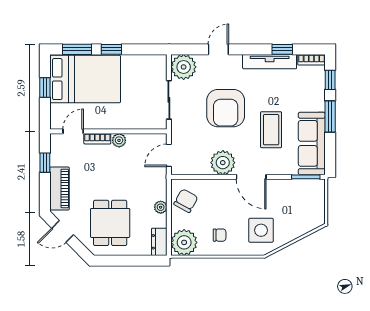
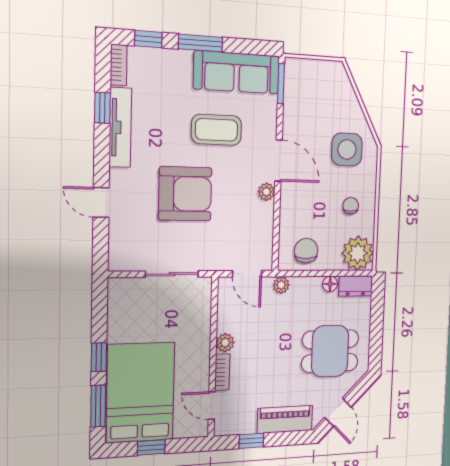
plant: (184, 67) -> (126, 253), removed
plant: (223, 163) -> (266, 192), width x0.53, depth x0.53
door: (251, 177) -> (279, 161), hinge flipped
chair: (186, 201) -> (306, 251), turned 61
plant: (161, 207) -> (281, 285), moved
floor lamp: (161, 221) -> (330, 284), added

